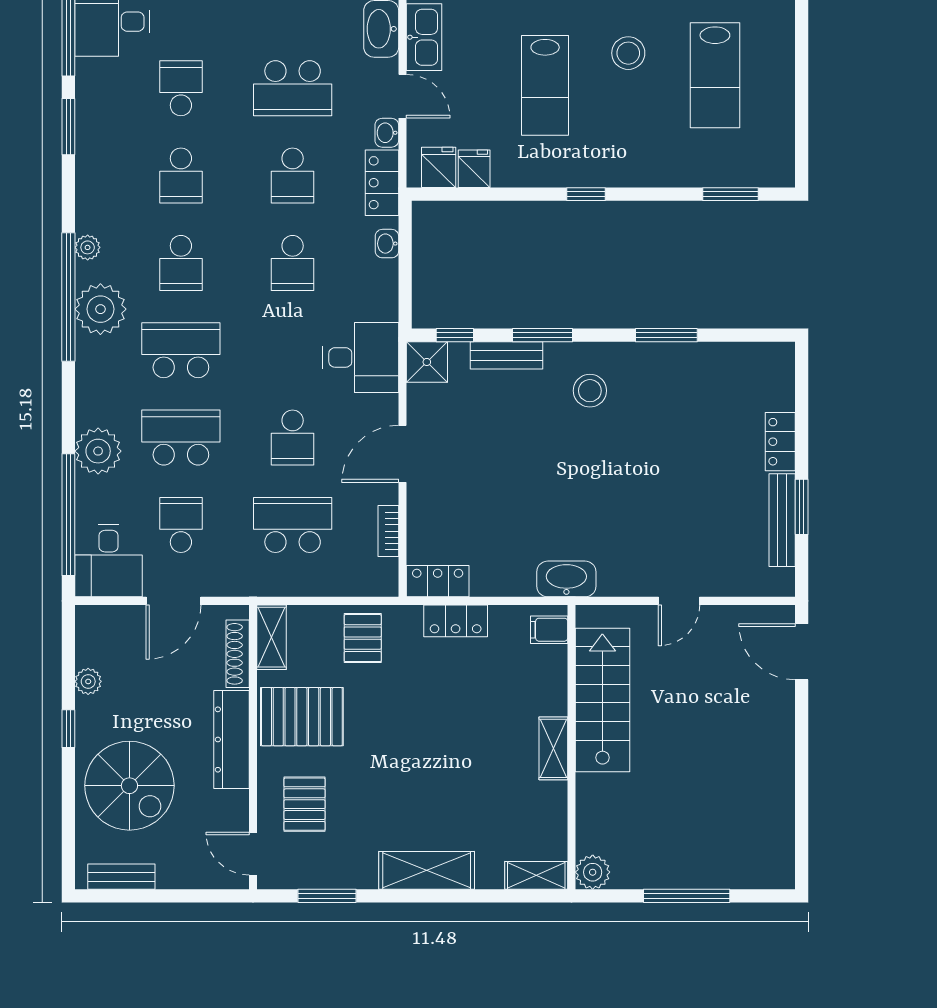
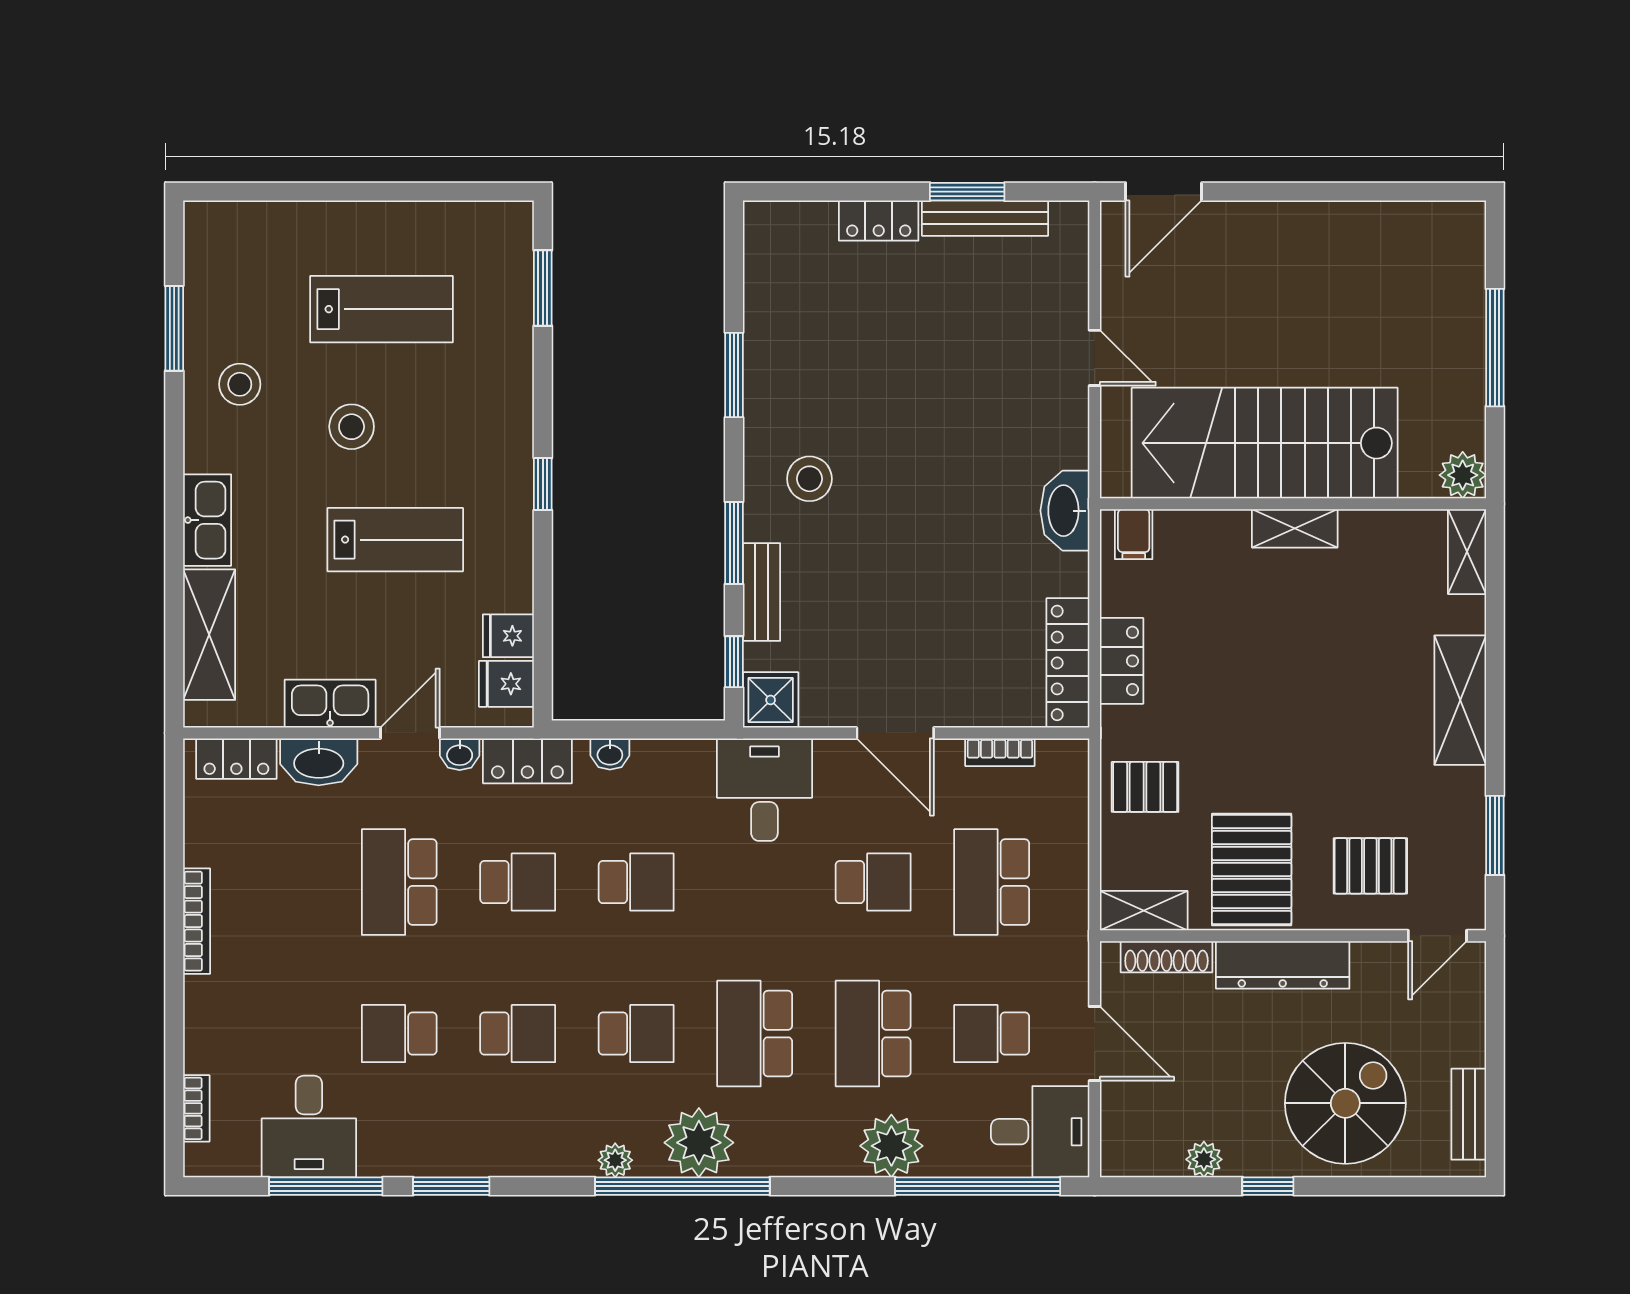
school desk: (293, 88) -> (399, 882), turned 180
locker: (438, 581) -> (1068, 663), width x1.53
stairs: (602, 700) -> (1265, 443), width x1.36, depth x1.51

